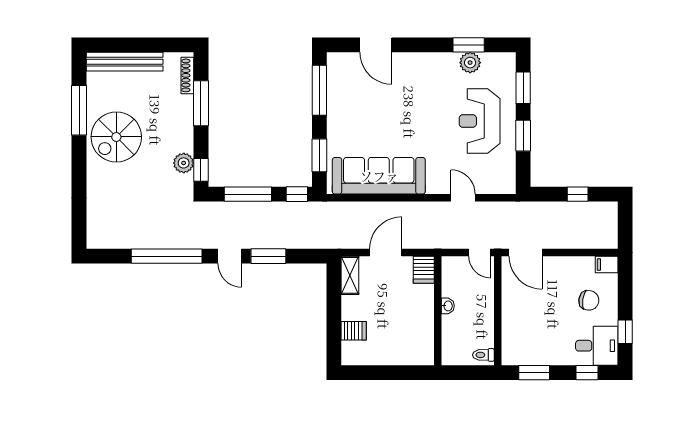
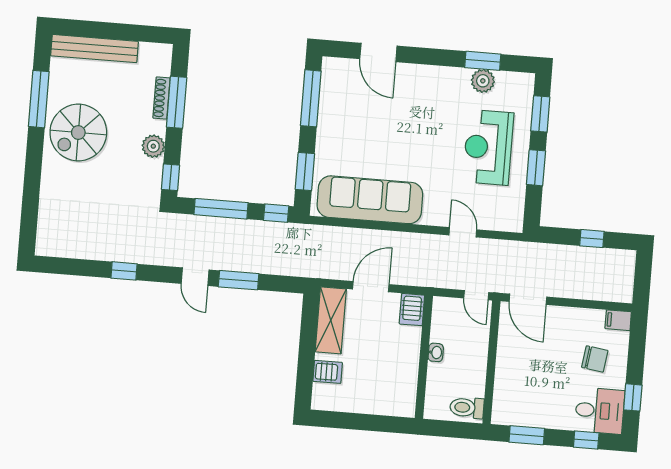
shoe rack: (187, 75) -> (162, 98), moved
plant: (184, 163) -> (153, 146), moved
window: (167, 256) -> (124, 271), width x0.32
shelving: (350, 275) -> (331, 320), width x1.50, depth x1.33
toilet: (483, 355) -> (467, 408), width x1.37, depth x1.39

